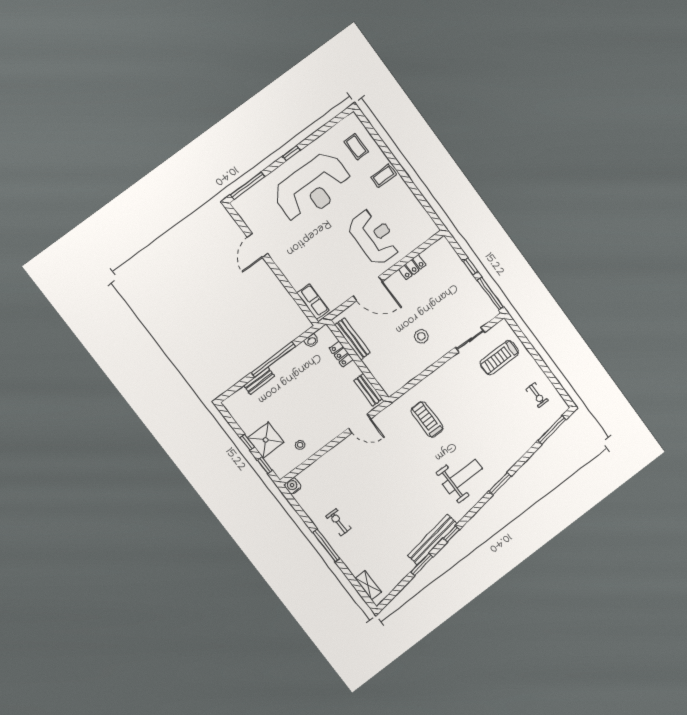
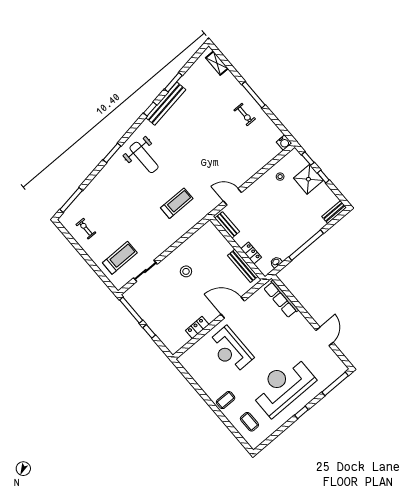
row of seats: (313, 302) -> (281, 299), width x1.48
bench: (259, 381) -> (334, 212), moved
treadmill: (427, 419) -> (177, 203), turned -90
weight bench: (462, 476) -> (144, 157), turned -90

